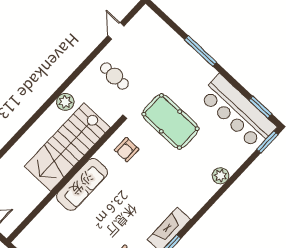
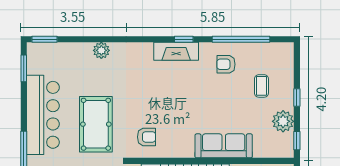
bar counter: (237, 112) -> (43, 115), moved
sofa: (82, 184) -> (224, 146), moved

